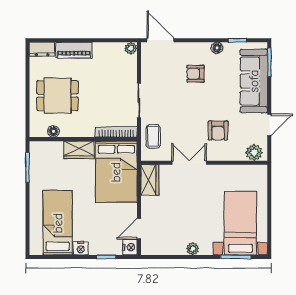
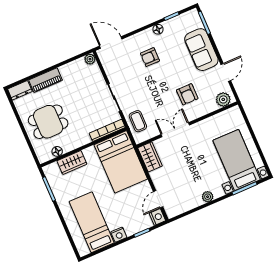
sofa: (254, 81) -> (201, 50), width x0.73
wardrobe: (79, 150) -> (72, 162), moved

